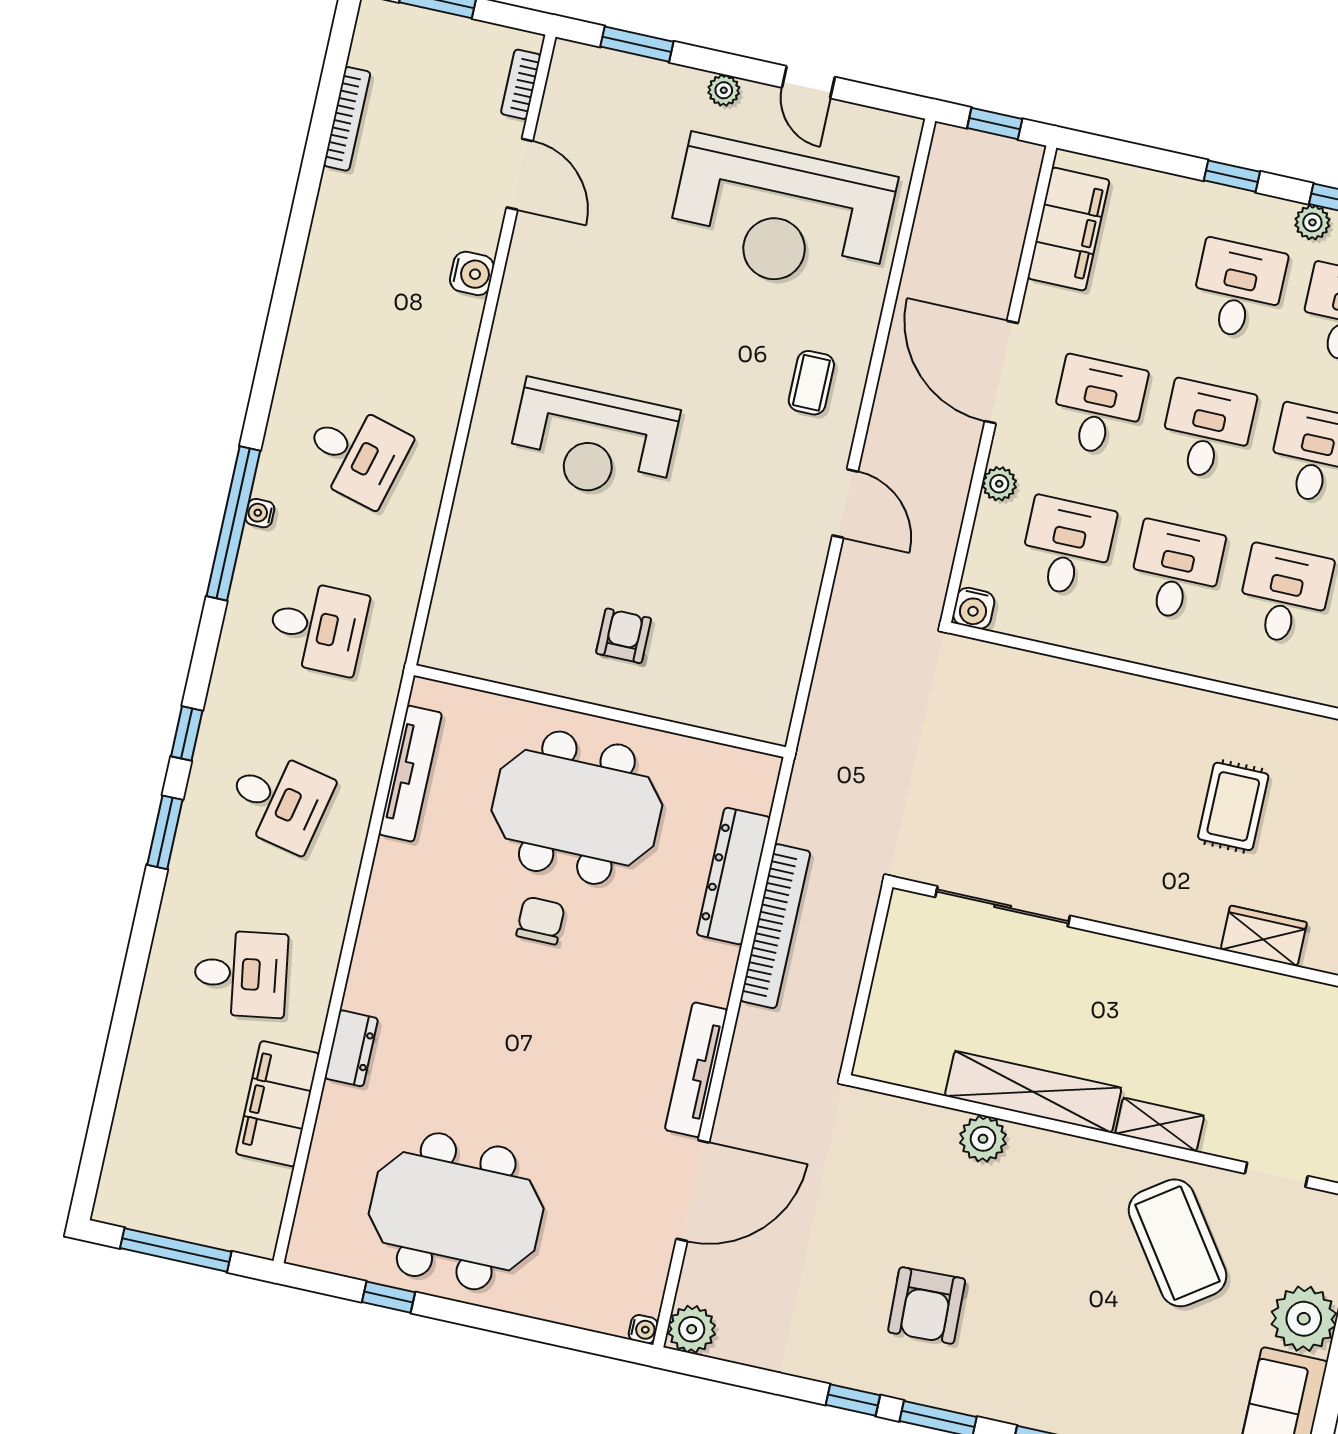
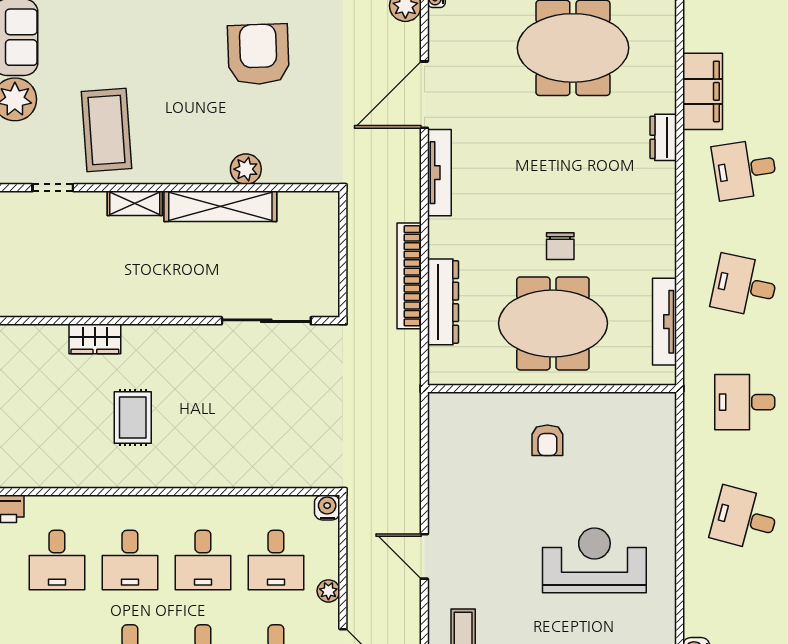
coffee table: (1178, 1243) -> (106, 130), turned 31
armchair: (927, 1305) -> (258, 54), width x1.36, depth x1.36

